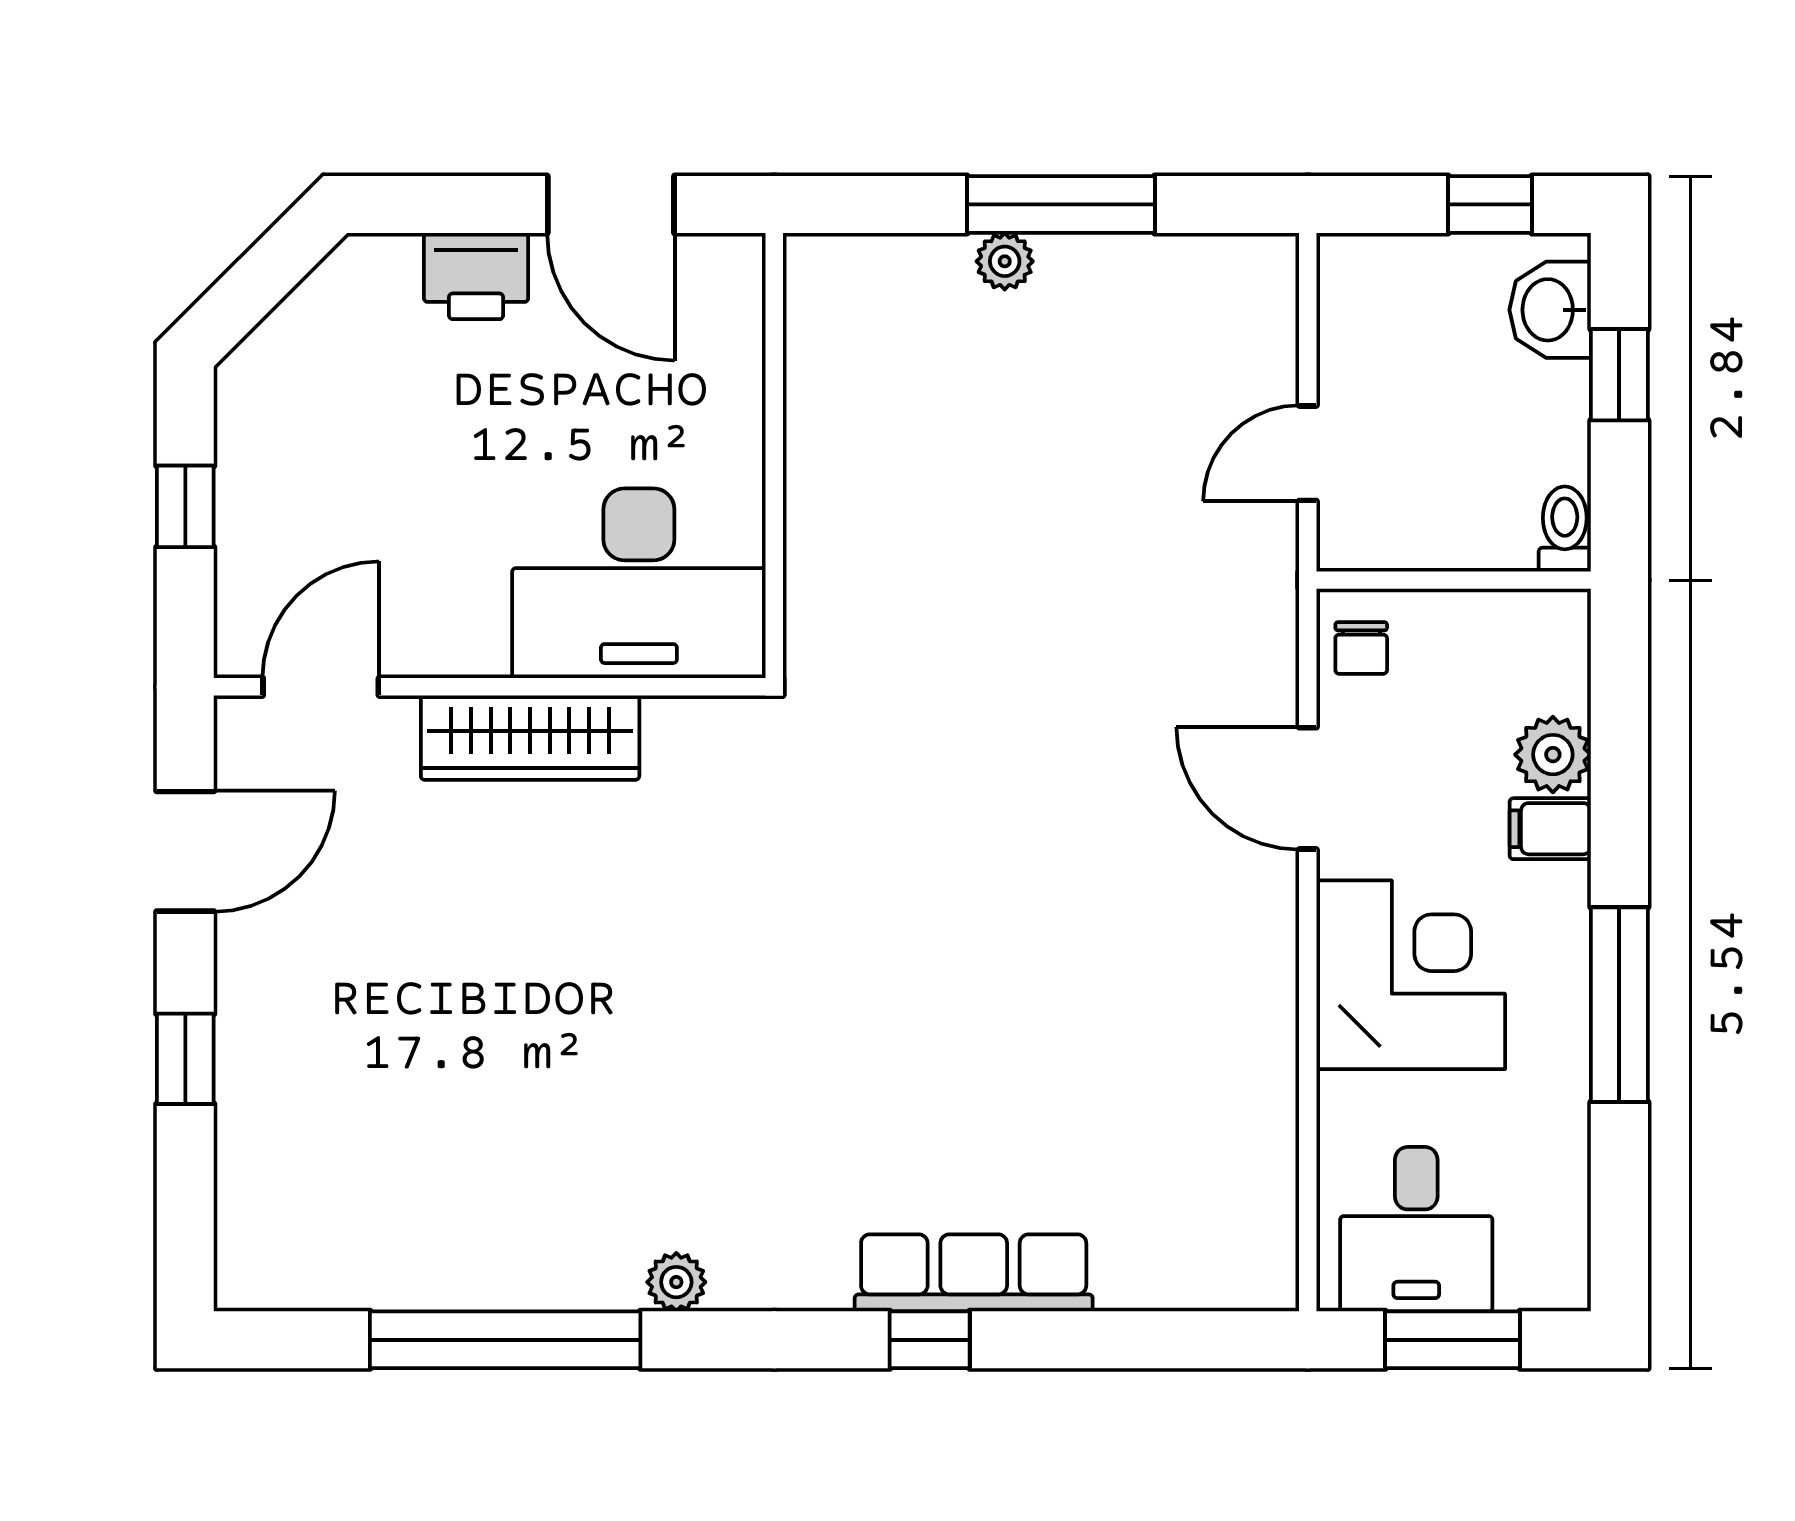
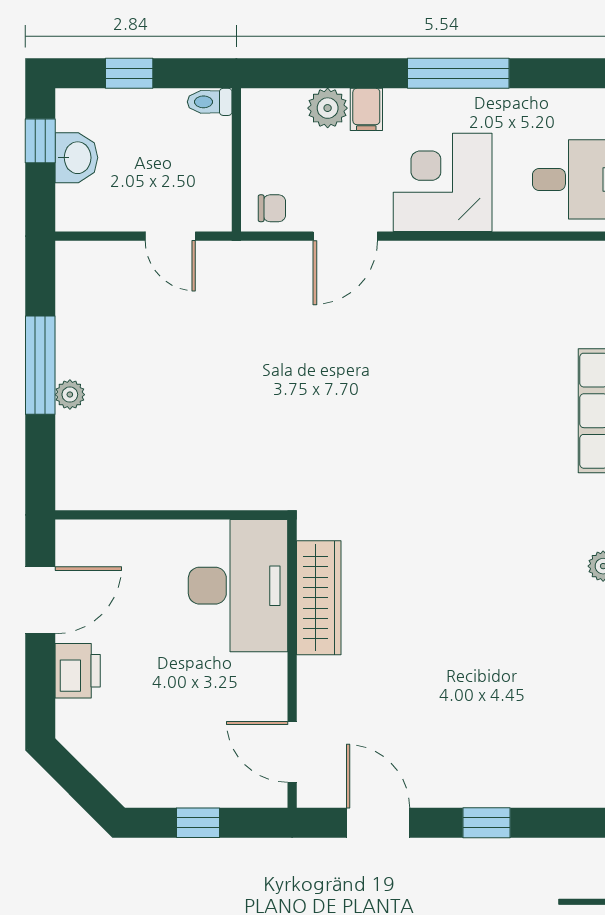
washbasin: (1550, 310) -> (76, 158), moved, turned -90
wardrobe: (530, 738) -> (319, 598), moved

